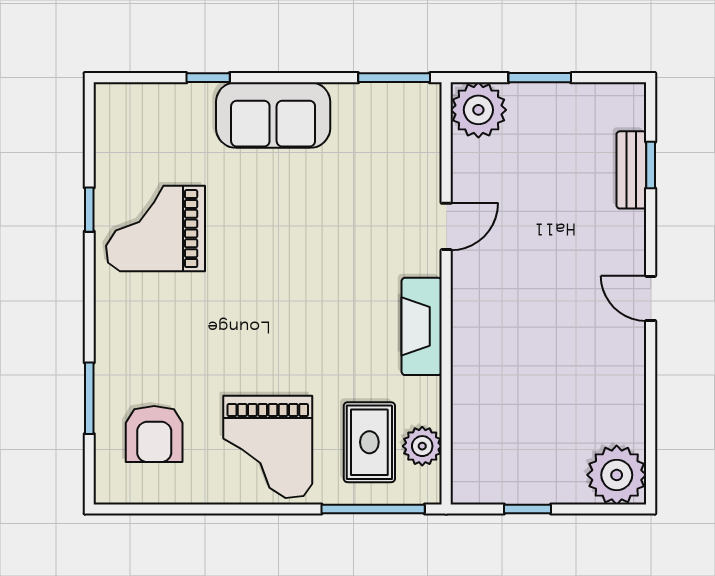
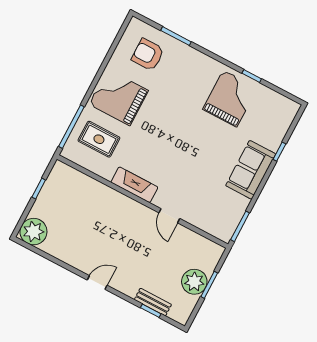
plant: (478, 110) -> (194, 282), moved
plant: (422, 446) -> (86, 160), removed

